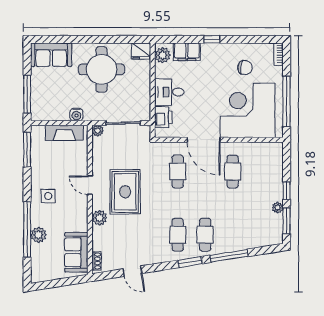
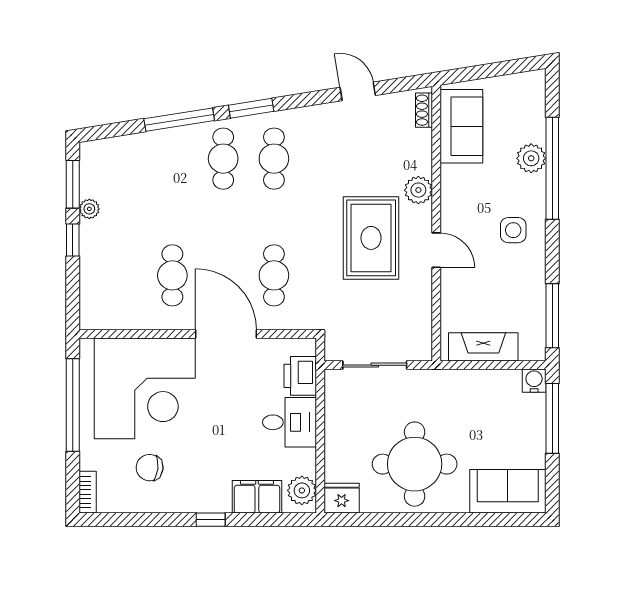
water cooler: (76, 115) -> (534, 381), moved
plant: (98, 131) -> (422, 351), removed

